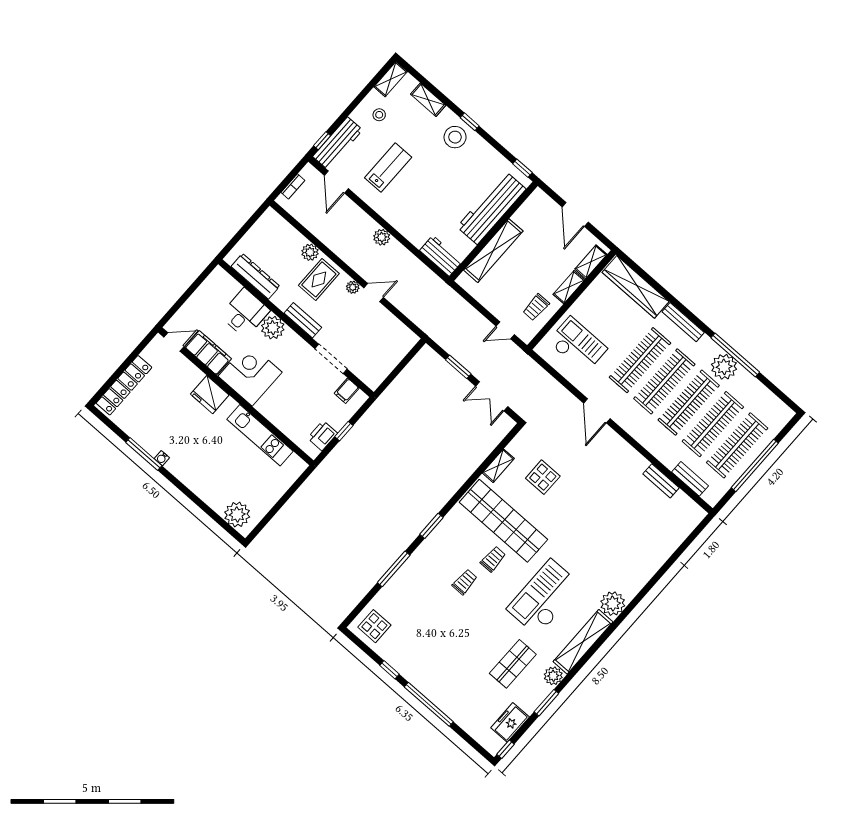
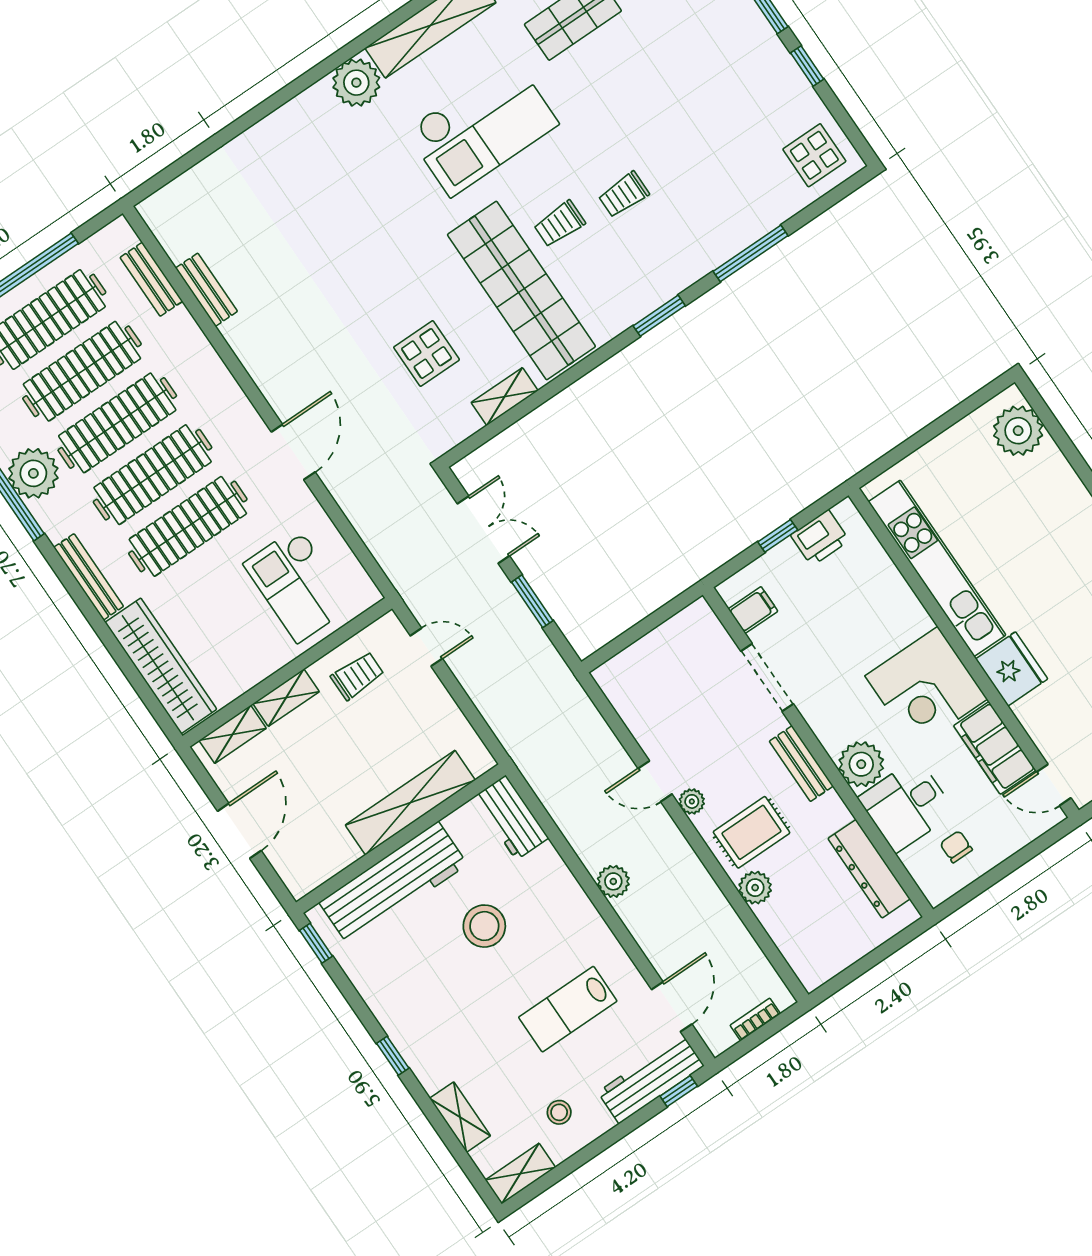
stool: (455, 137) -> (484, 926), moved
chair: (215, 299) -> (956, 847), added
kitchen unit: (260, 435) -> (937, 568), width x1.36

